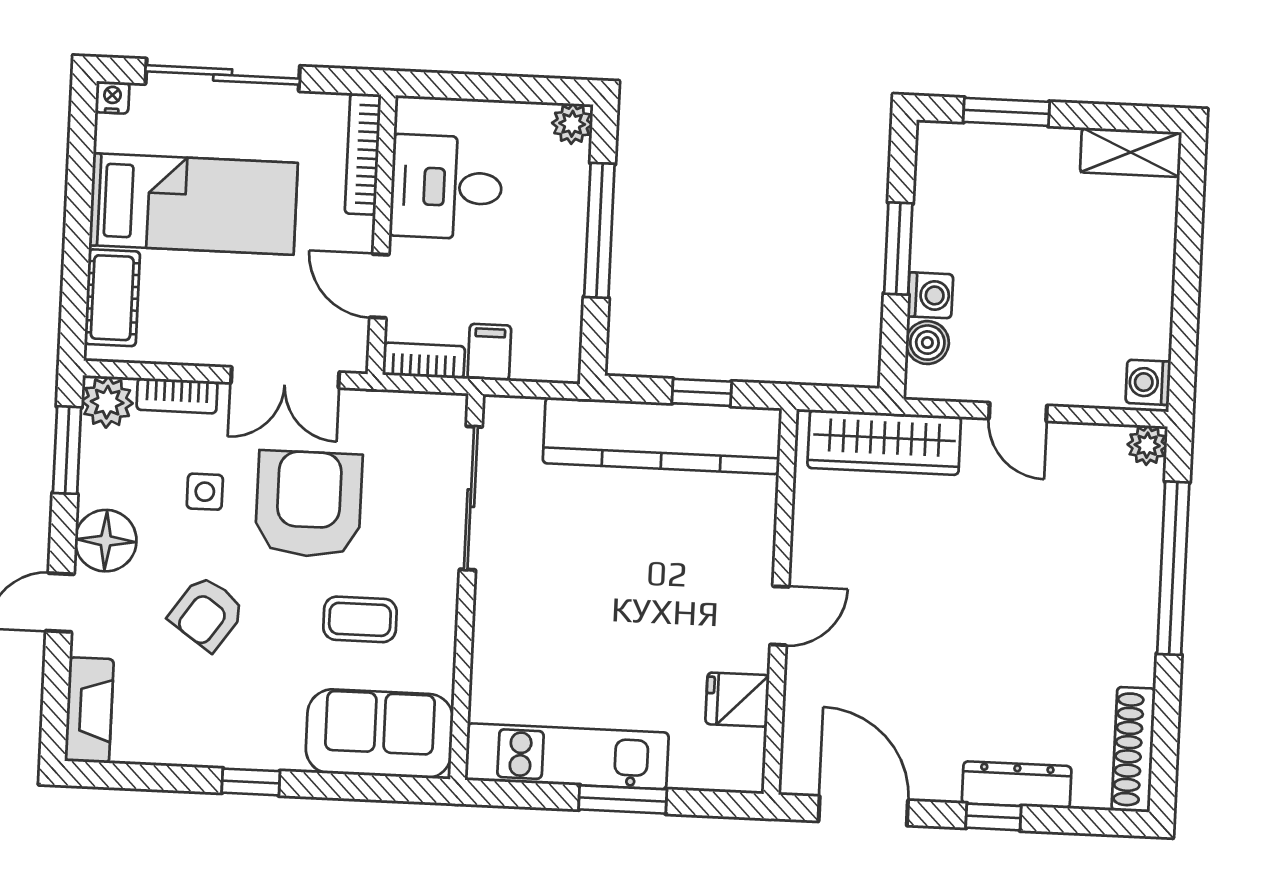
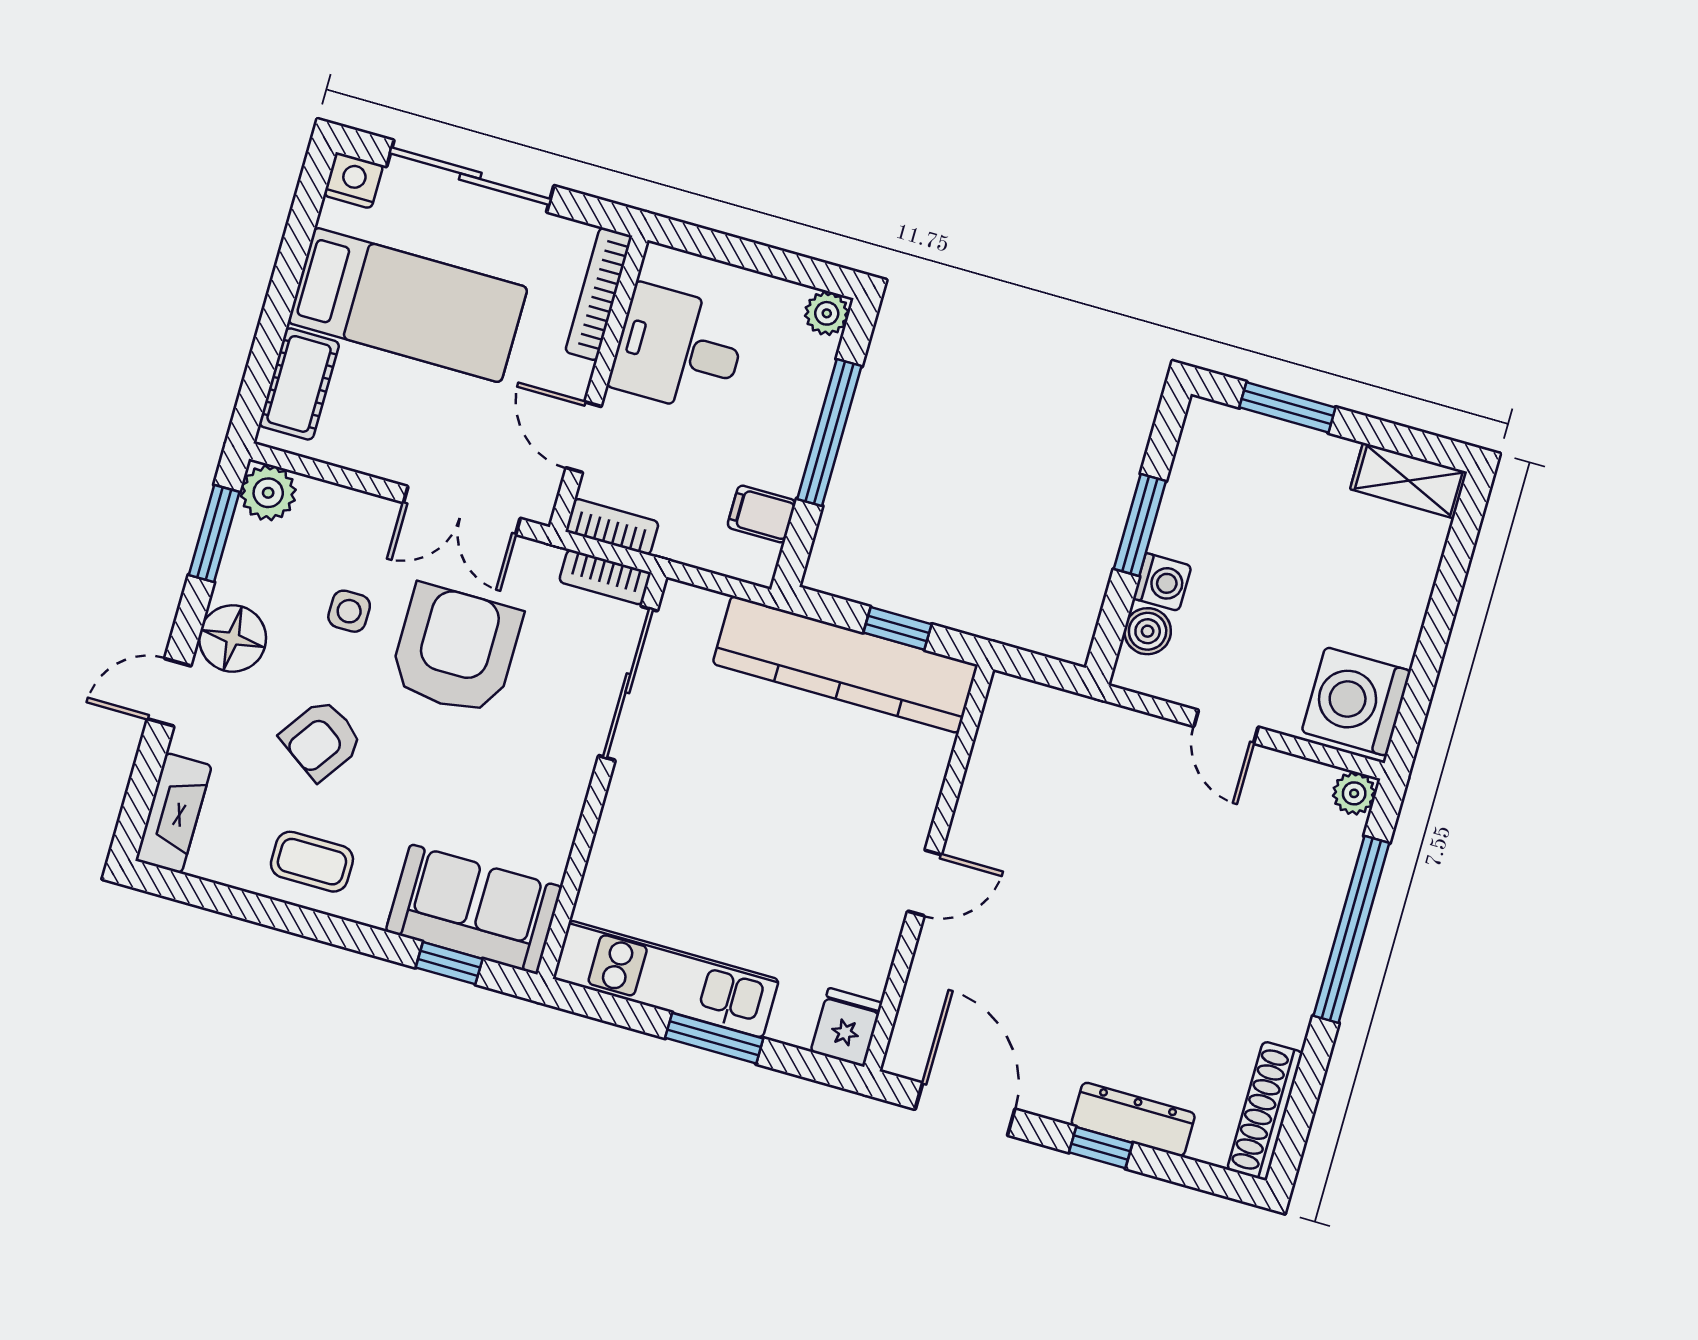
nightstand: (112, 97) -> (353, 180), width x1.39, depth x1.35
filing cabinet: (489, 352) -> (762, 514), moved, turned -90
washing machine: (1148, 382) -> (1356, 701), width x1.89, depth x1.89
bookcase: (177, 396) -> (605, 577), moved
wardrobe: (884, 442) -> (1078, 726), removed
coffee table: (360, 619) -> (312, 862), moved
fridge: (737, 700) -> (846, 1027), moved, turned 90
window: (251, 782) -> (449, 963), moved

